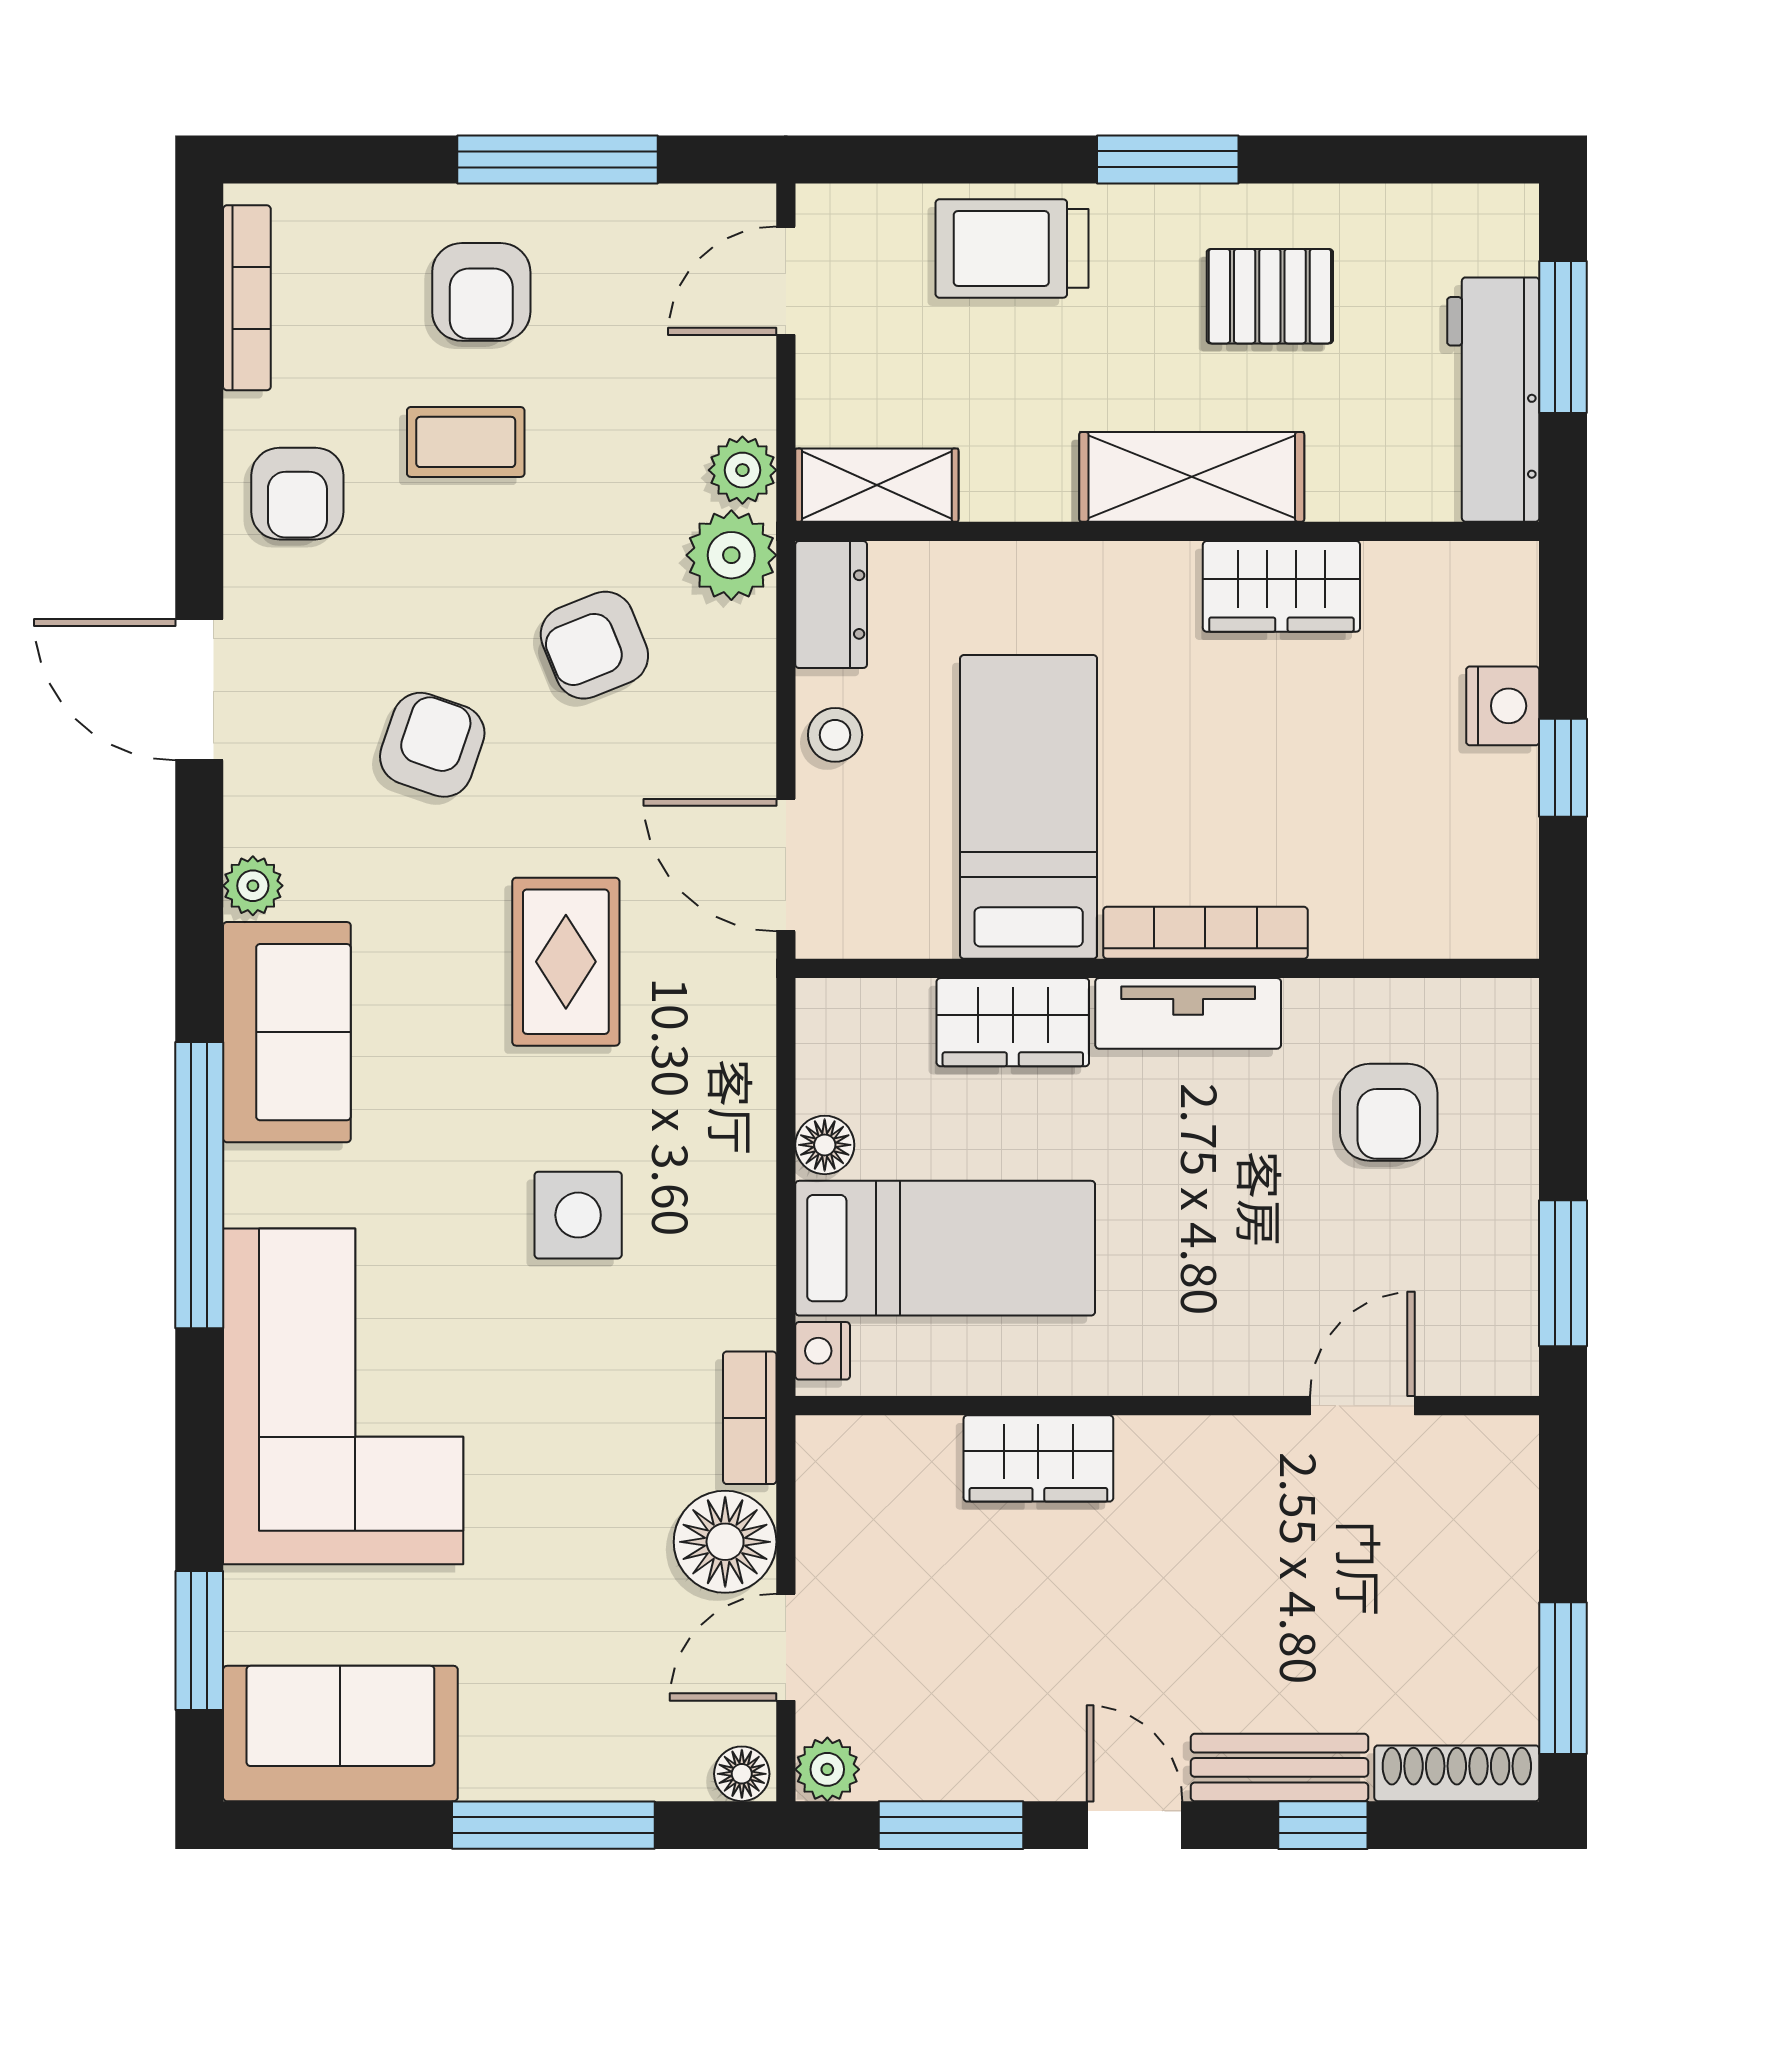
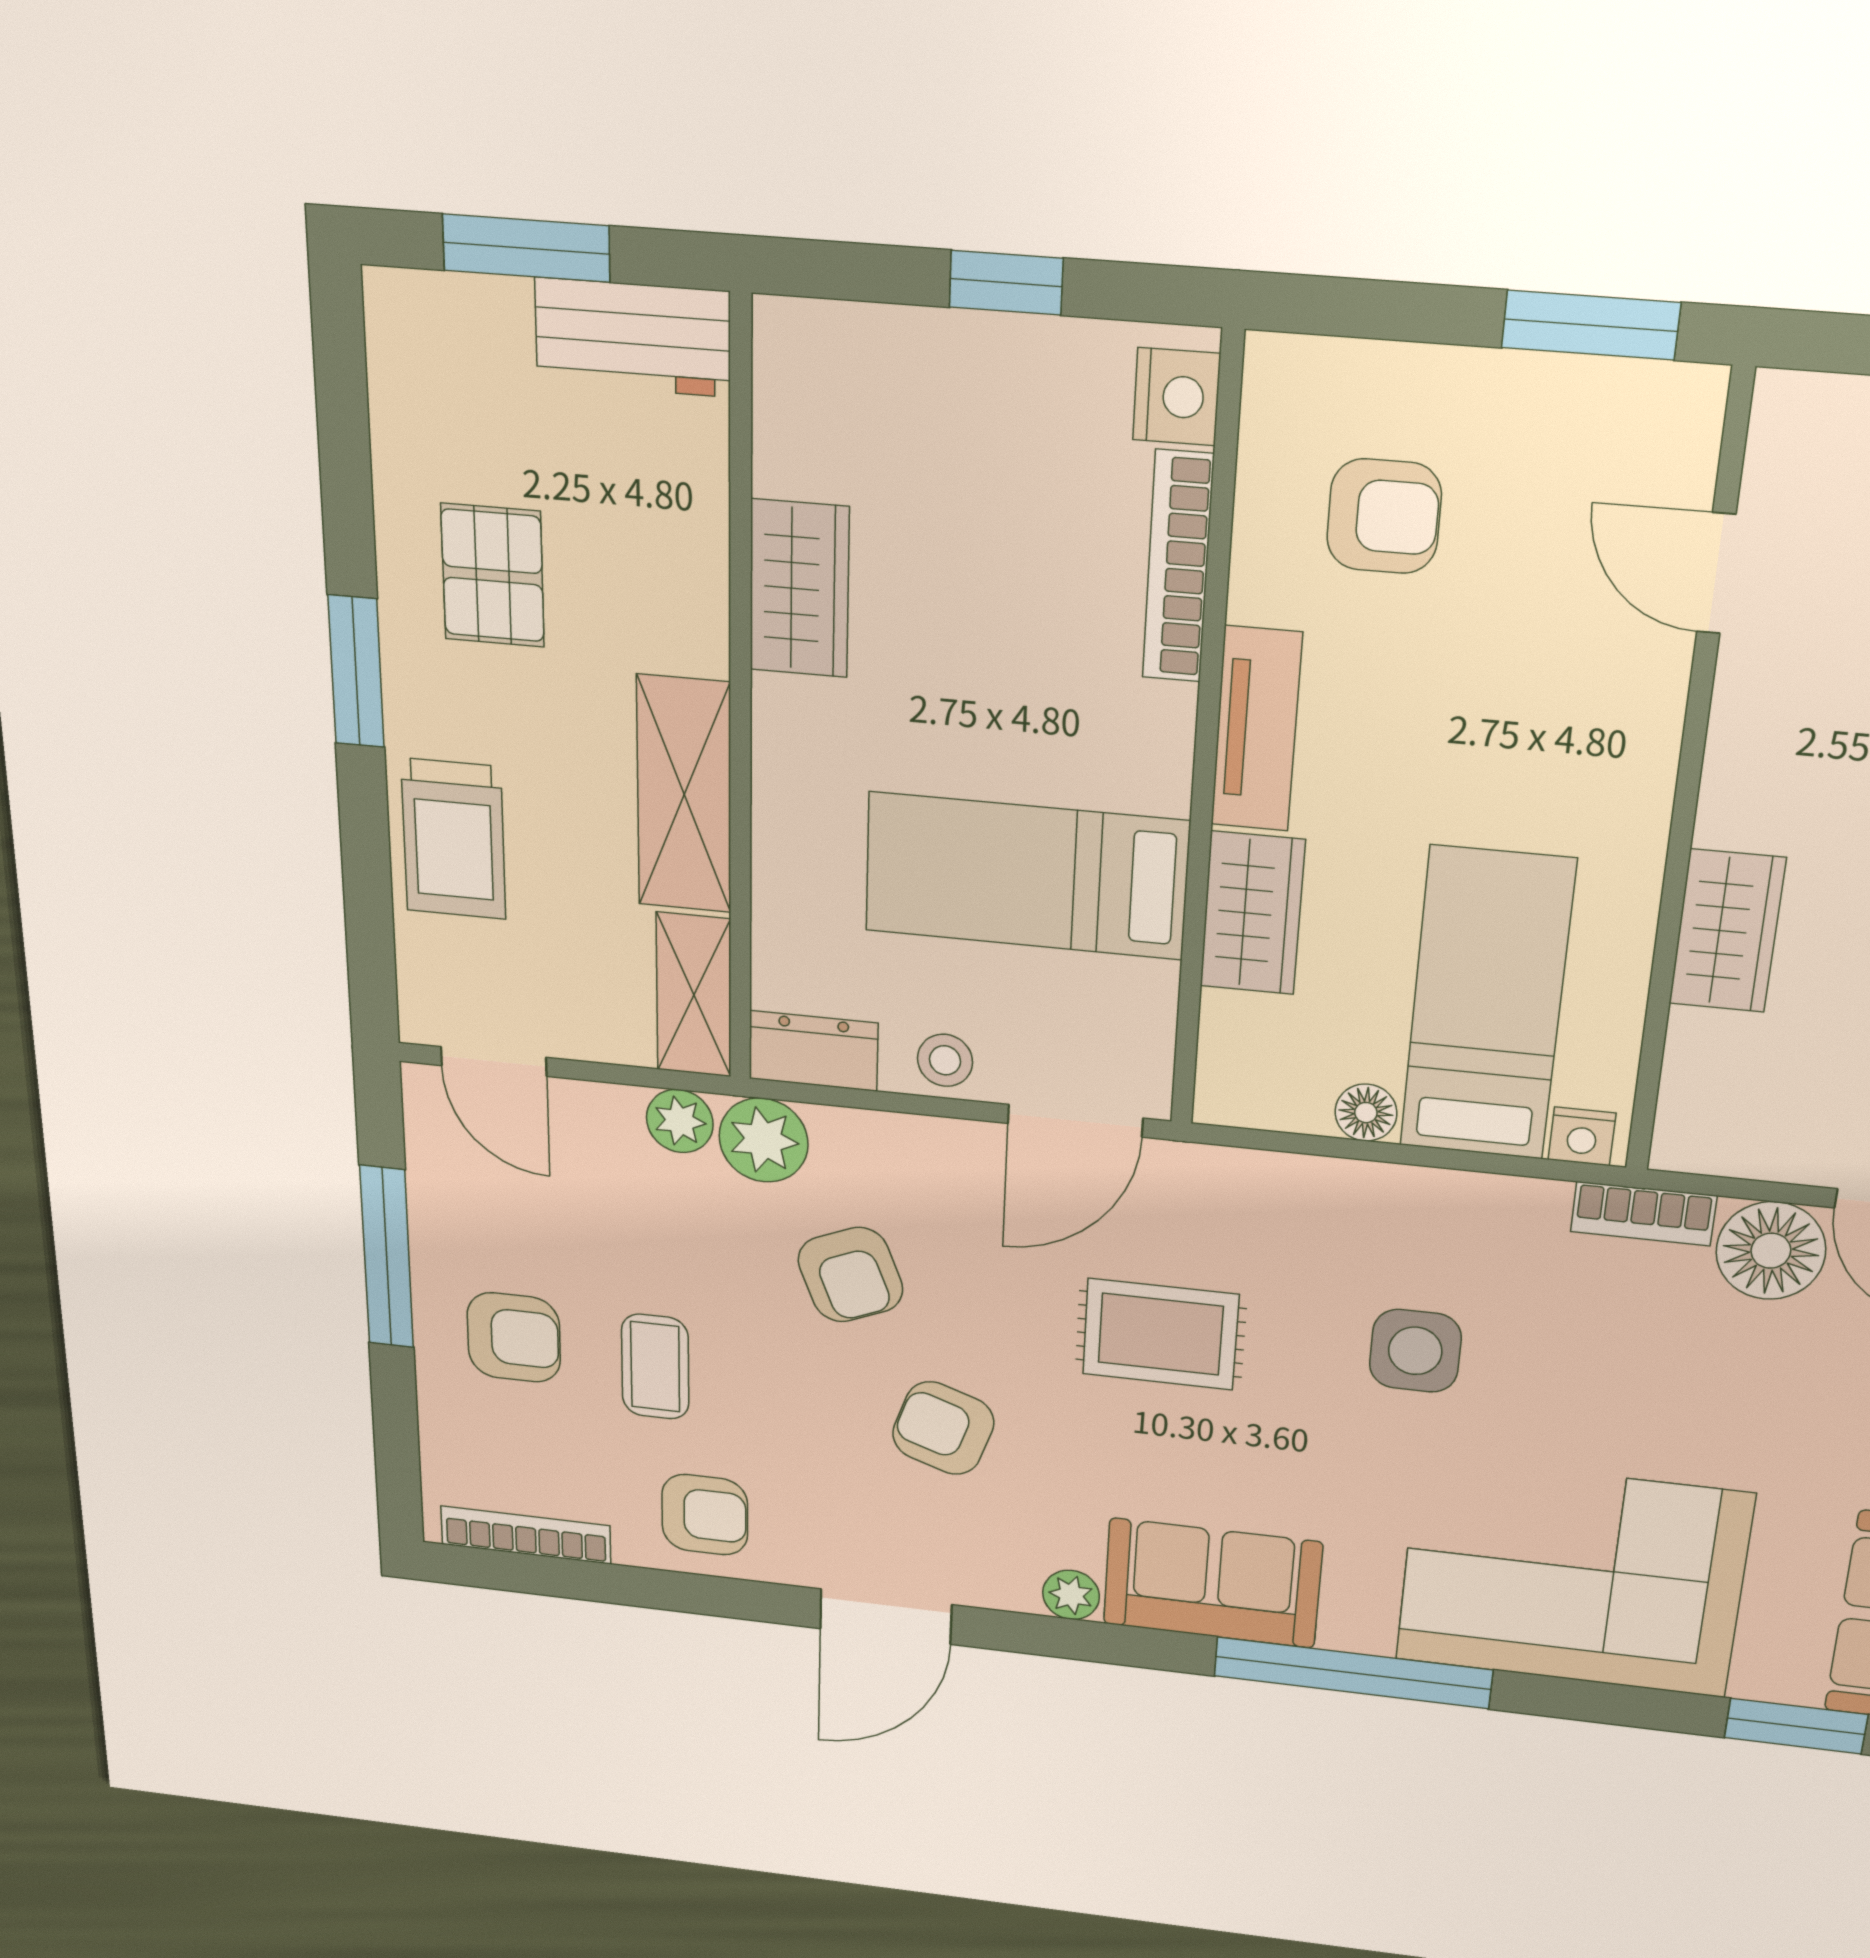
workbench: (1493, 400) -> (633, 337), width x0.73
shelving: (1192, 477) -> (684, 795), moved
nightstand: (1503, 706) -> (1177, 397), moved, turned 90
bookcase: (1205, 933) -> (1178, 567), moved

